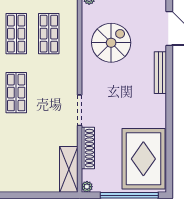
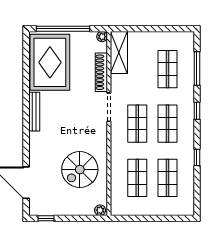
bench: (160, 73) -> (34, 112), moved
shop shelf: (49, 93) -> (137, 124), added
shop shelf: (16, 151) -> (167, 69), added

